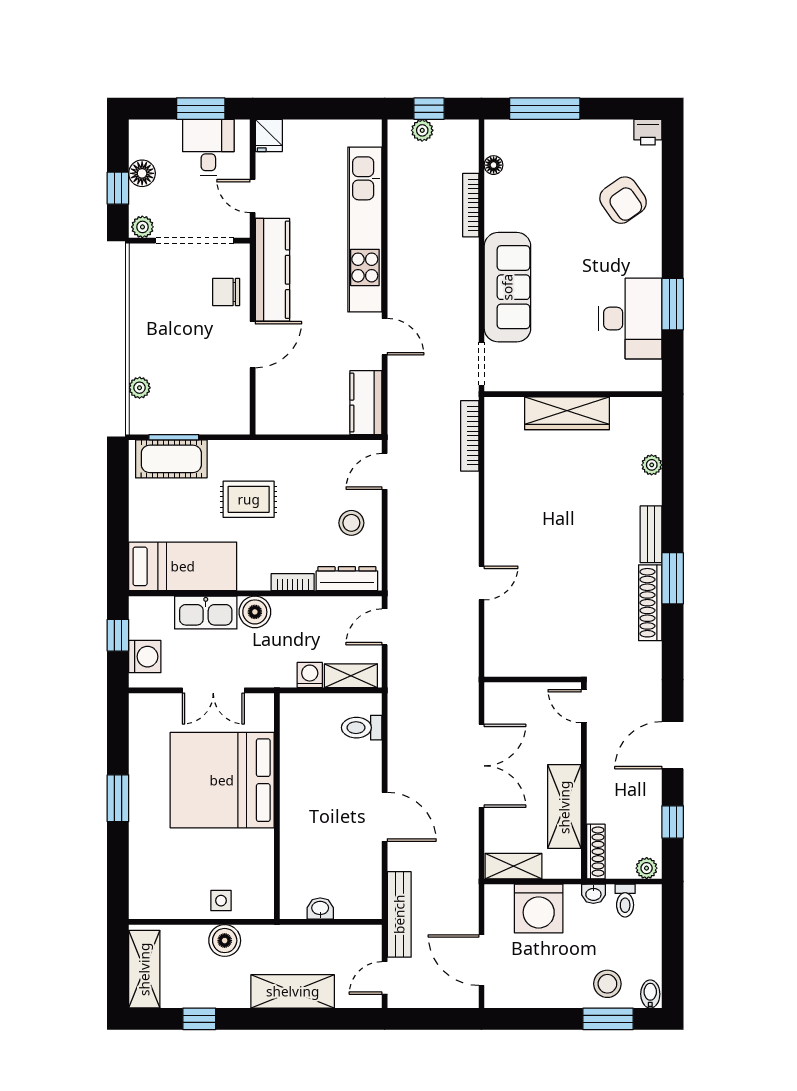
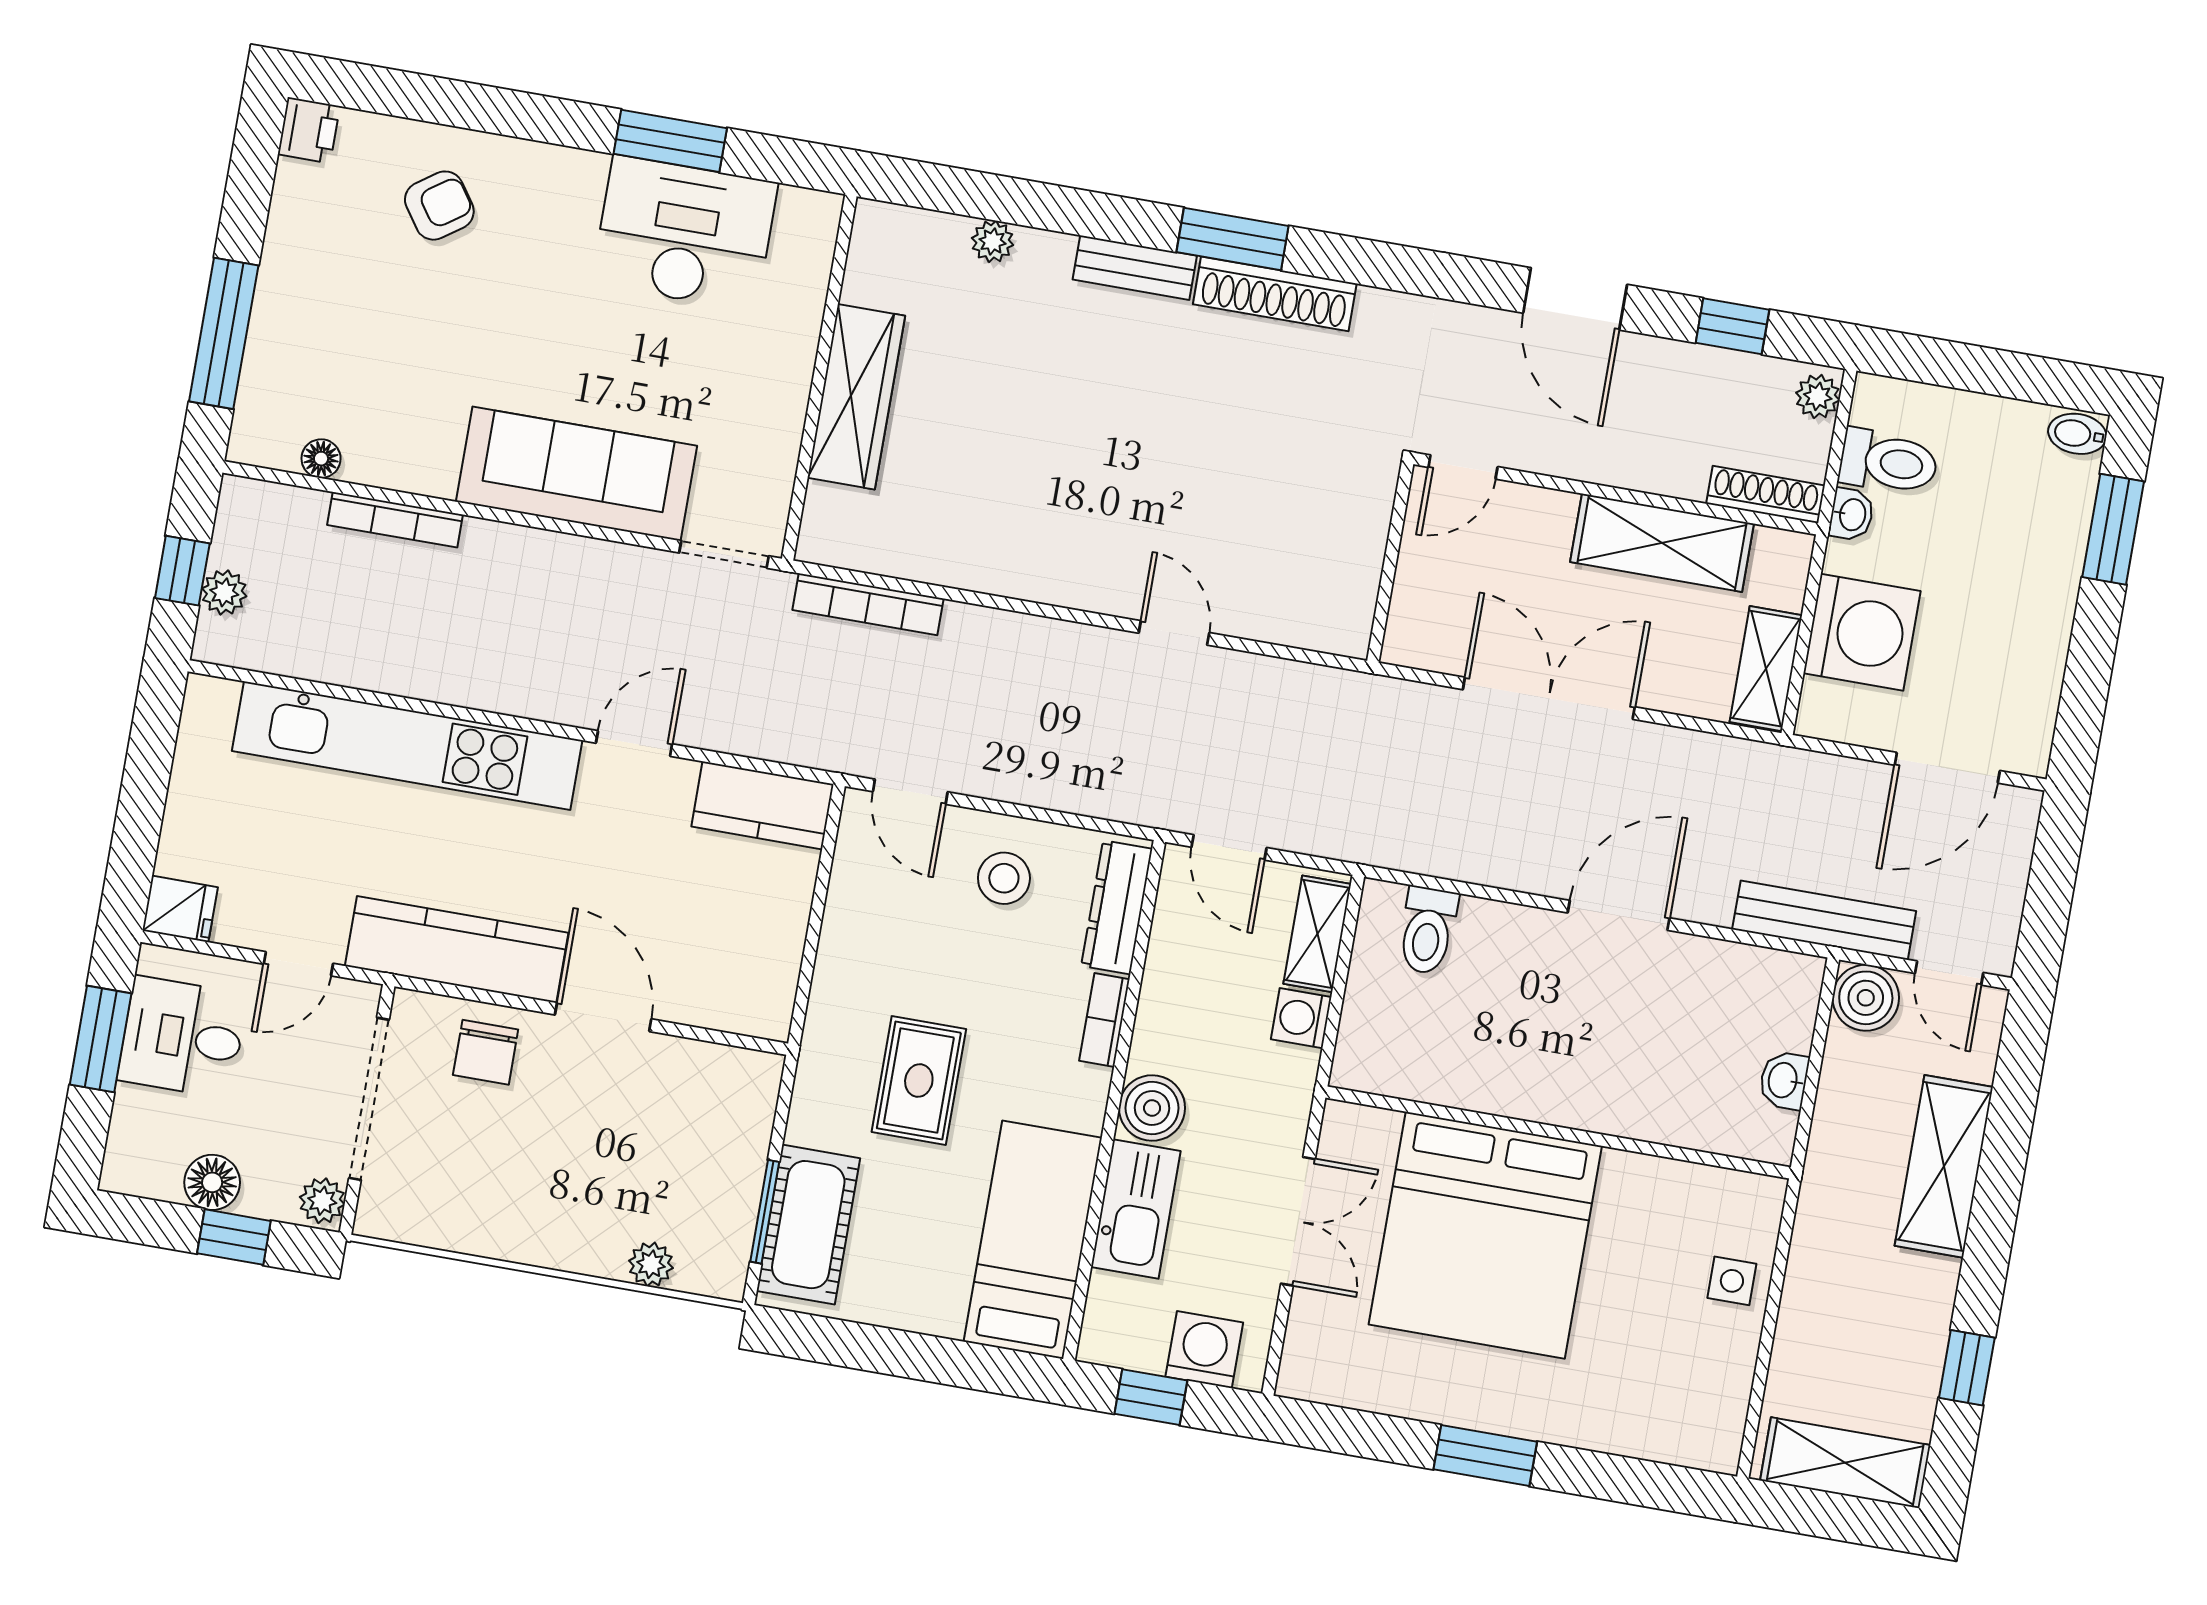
armchair: (623, 200) -> (439, 206), width x0.72, depth x0.72
toilet: (625, 901) -> (1888, 462), width x1.37, depth x1.39
boiler: (225, 941) -> (1866, 998), moved
stool: (607, 984) -> (2041, 518), removed

